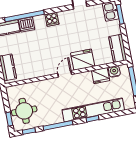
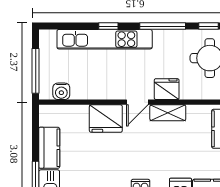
kitchen counter: (118, 48) -> (49, 148), moved
shelving: (44, 71) -> (168, 113), added
fridge: (101, 76) -> (167, 89), moved

